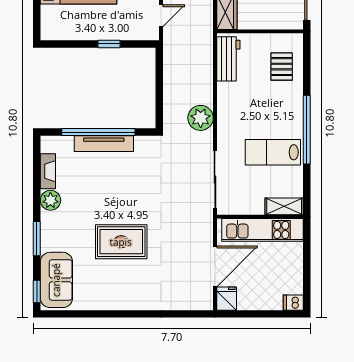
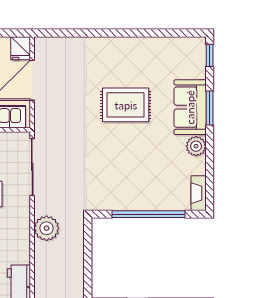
tv unit: (104, 144) -> (143, 203), removed
fireplace: (48, 171) -> (199, 193), moved
sofa: (56, 280) -> (190, 107), moved

